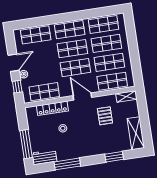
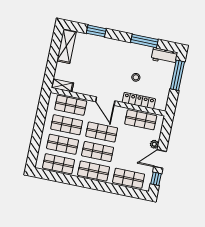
window: (17, 87) -> (156, 179), moved
pallet: (105, 116) -> (90, 74), removed

